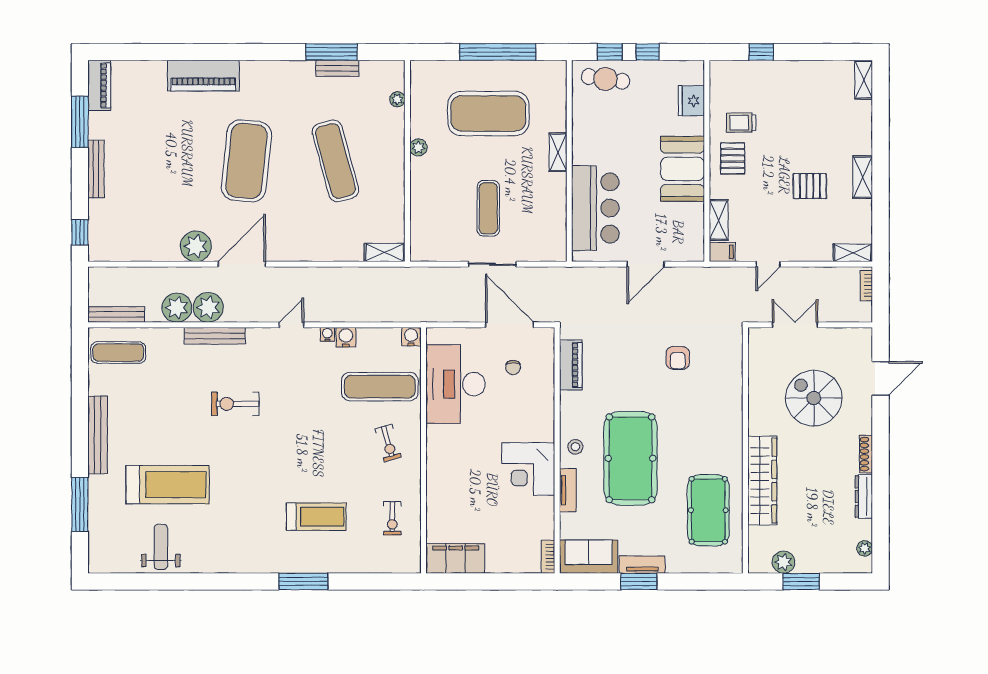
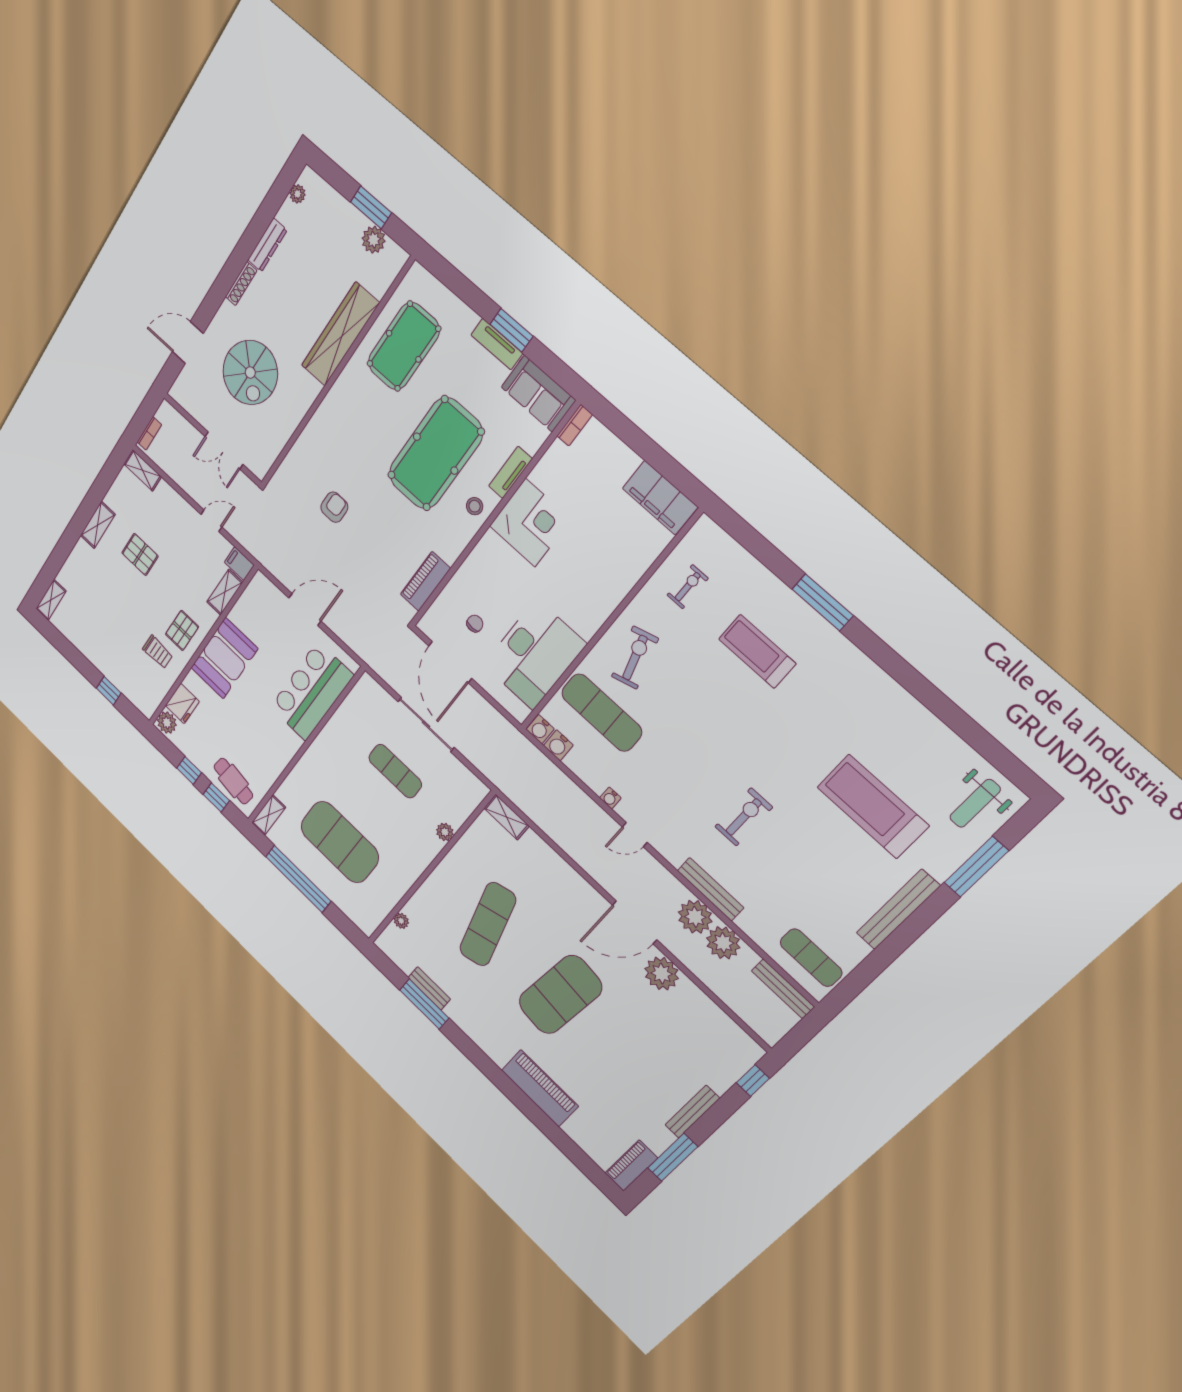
plant: (693, 73) -> (167, 723), added
plant: (418, 147) -> (445, 832), moved
shelving: (558, 152) -> (269, 815), moved
exercise mat: (488, 208) -> (395, 771), turned 90
sliding door: (492, 264) -> (426, 724), width x1.37
water cooler: (346, 337) -> (558, 745), moved
exercise bike: (235, 404) -> (744, 817), turned -90
exercise bike: (388, 443) -> (635, 658), width x1.38, depth x1.39
weight bench: (161, 547) -> (975, 803), moved

